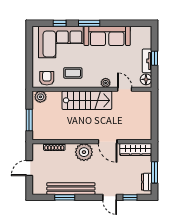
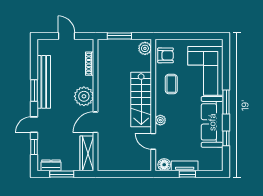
window: (60, 23) -> (226, 138), moved
door: (125, 89) -> (153, 141), swing flipped
window: (65, 197) -> (34, 90), moved

